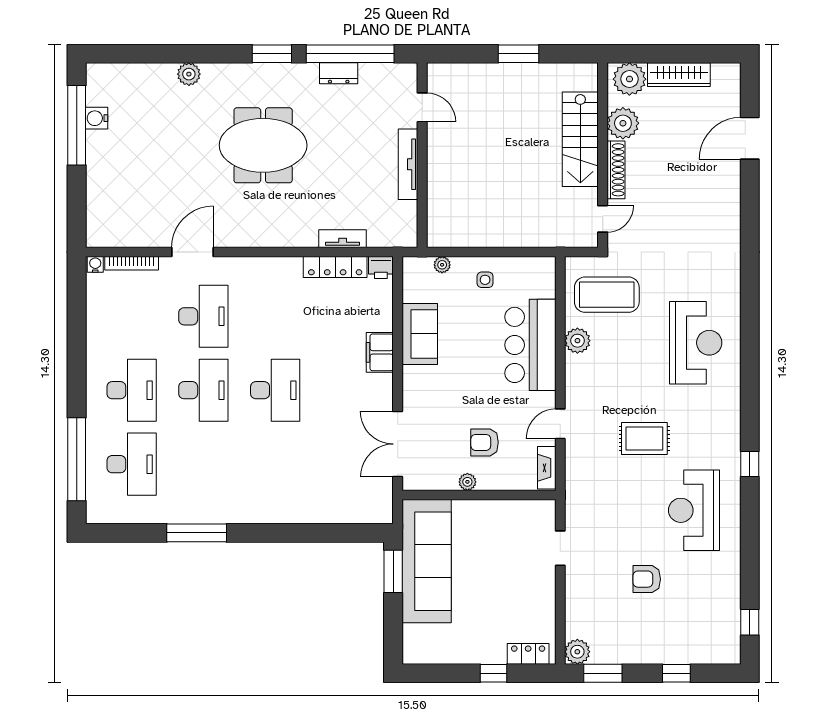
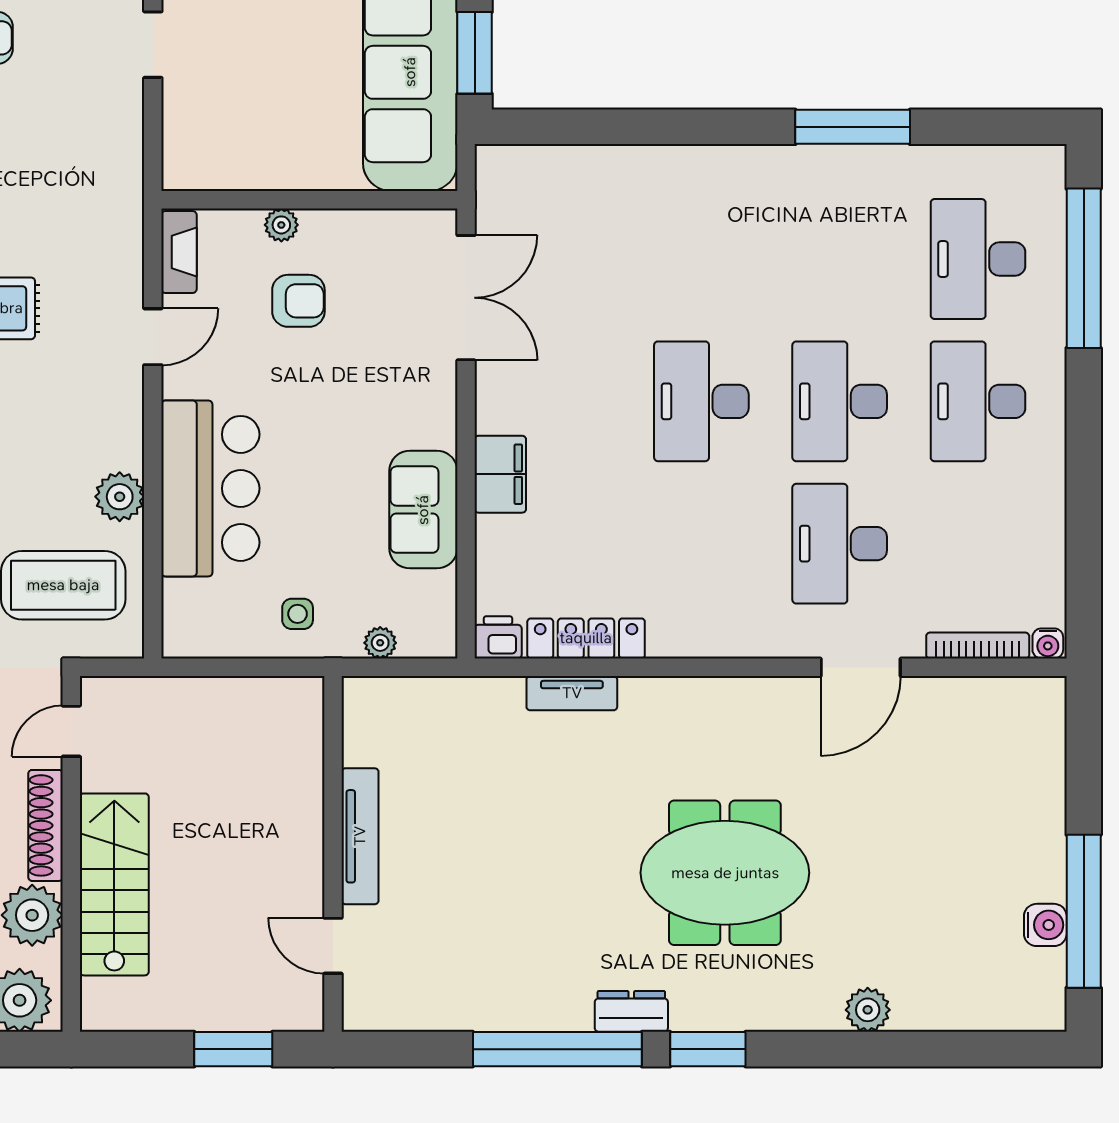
dresser: (339, 73) -> (631, 1011), moved
door: (422, 107) -> (333, 946), moved
wall: (422, 155) -> (333, 854), moved
tv unit: (408, 164) -> (360, 836), moved
plant: (467, 482) -> (281, 225), moved
doorway: (560, 548) -> (153, 45), moved

